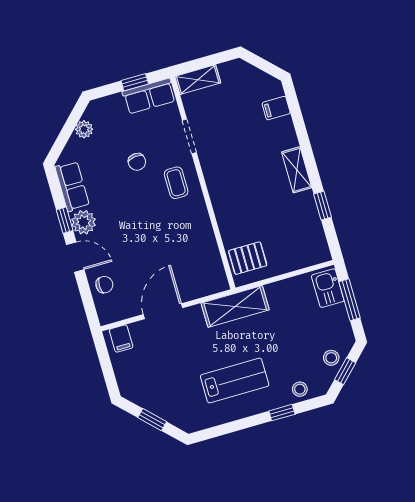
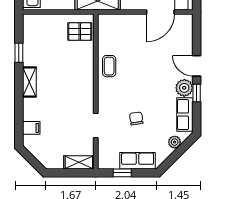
row of seats: (149, 96) -> (138, 161), moved
plant: (84, 129) -> (175, 142), moved
coffee table: (176, 183) -> (109, 66), moved
chair: (104, 285) -> (182, 41), removed
door: (163, 311) -> (160, 12), moved

